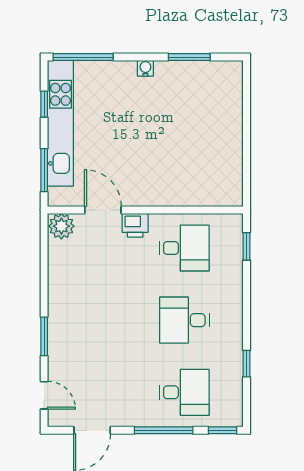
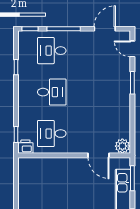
printer: (135, 225) -> (25, 147), moved

